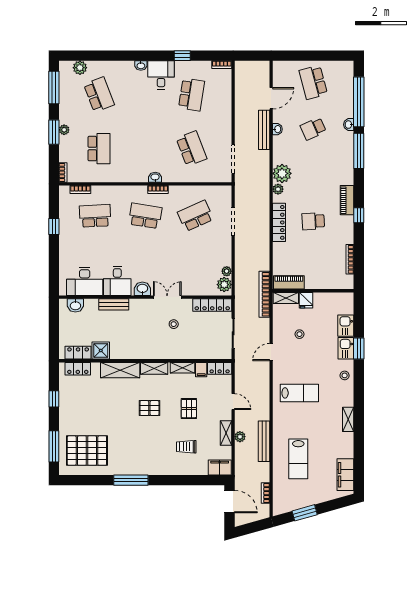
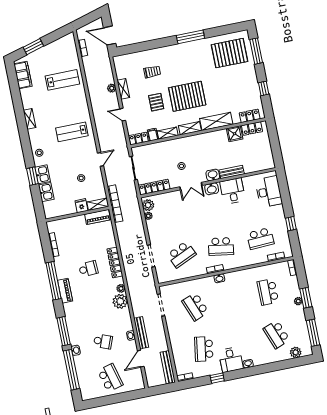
school desk: (313, 129) -> (103, 341), turned 45
window: (359, 215) -> (53, 281), width x3.17
desk: (85, 281) -> (269, 192), moved, turned 90
washbasin: (75, 305) -> (213, 175), moved
pallet: (149, 408) -> (187, 96), width x2.05, depth x2.00
bench: (264, 441) -> (168, 367), moved
lab bench: (298, 459) -> (62, 80), turned 90
filing cabinet: (220, 467) -> (123, 61), removed
window: (305, 513) -> (33, 47), moved

